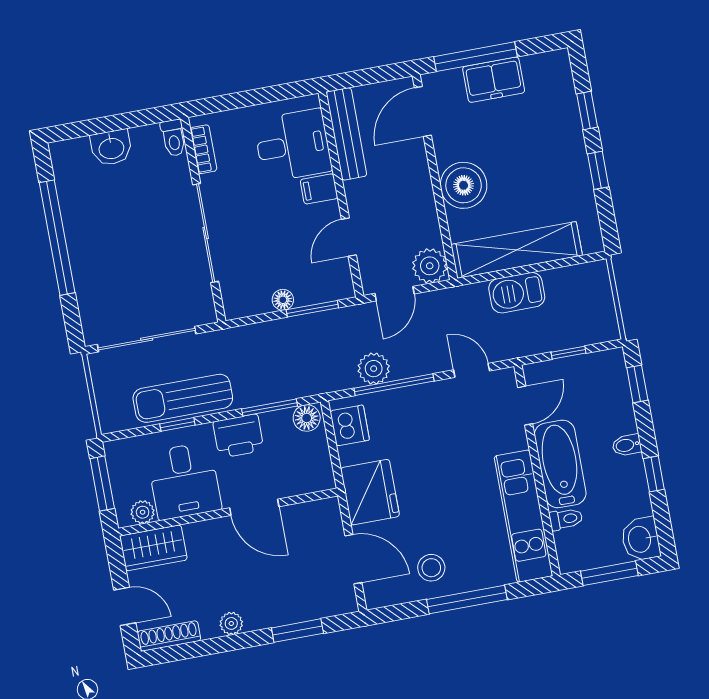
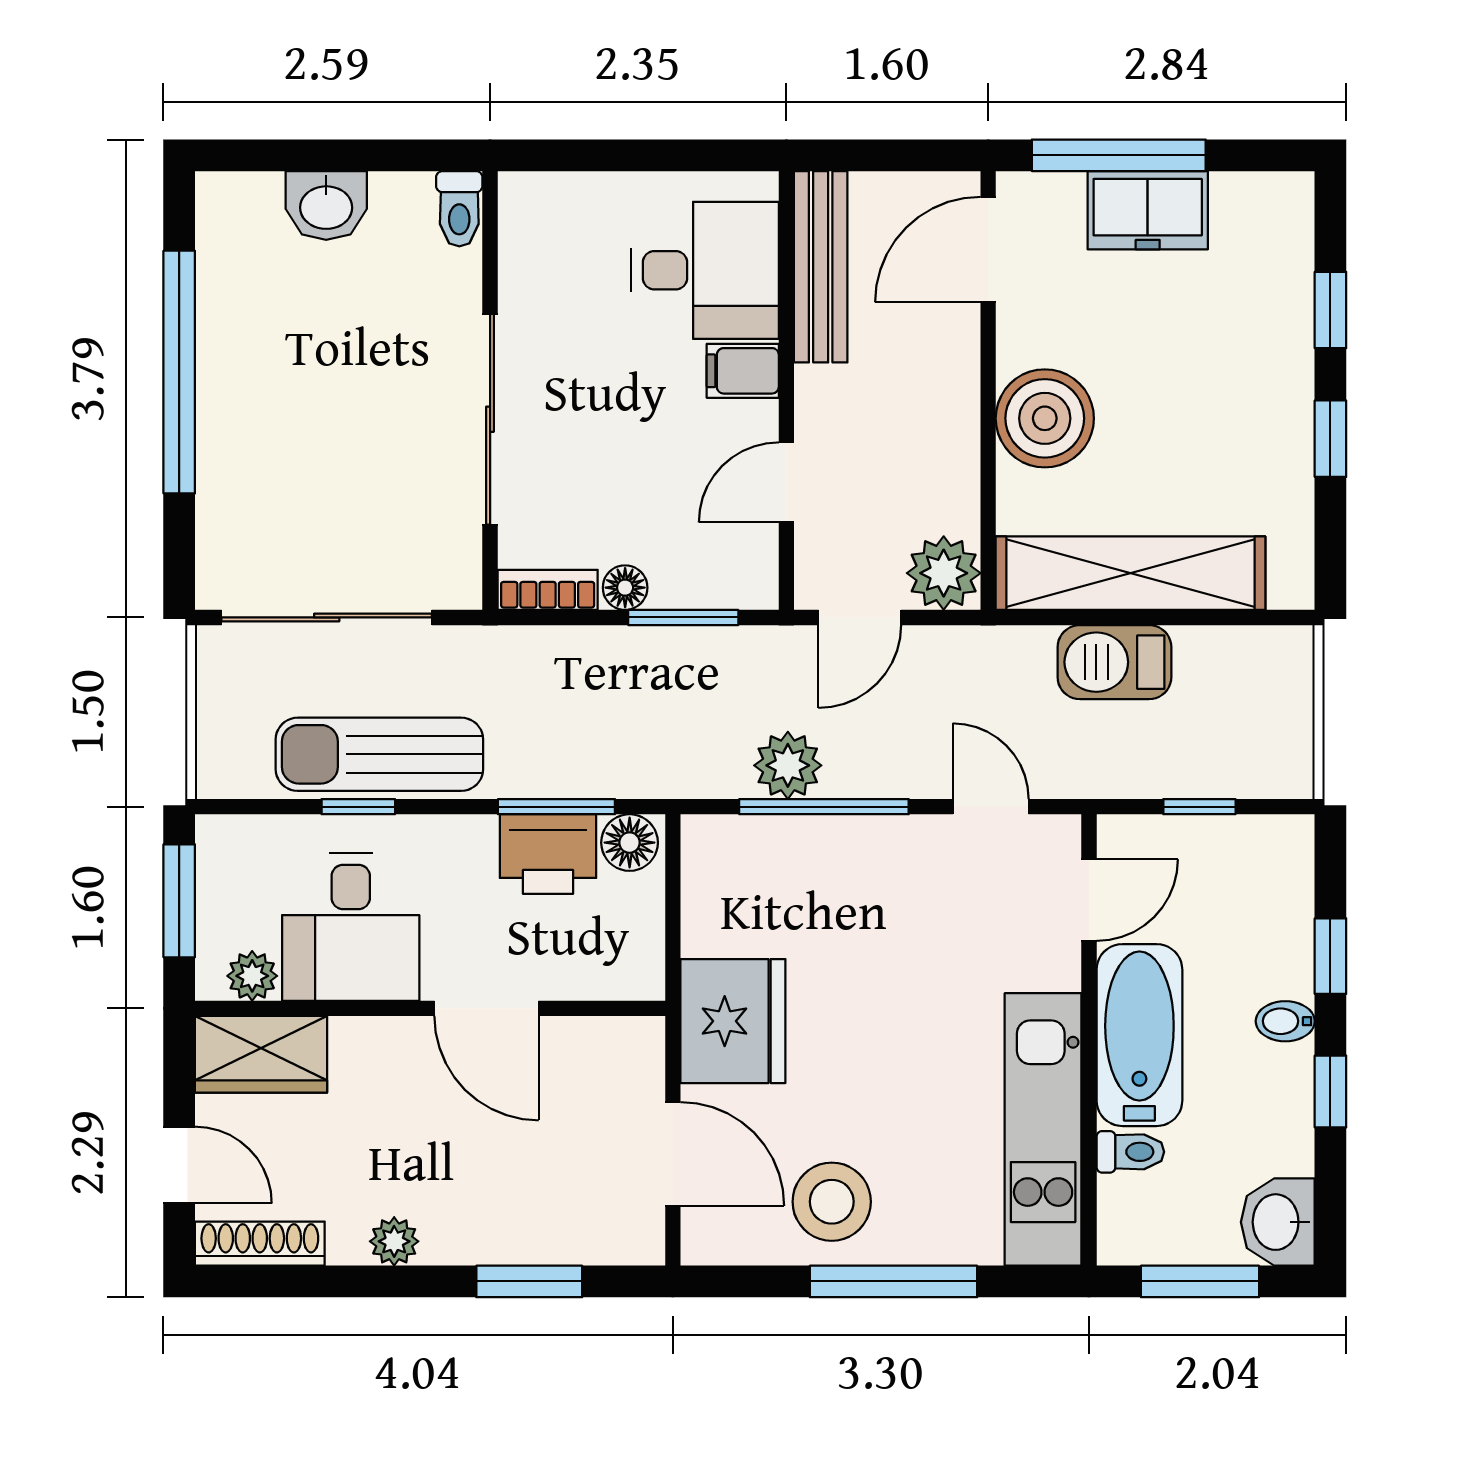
bookcase: (204, 149) -> (548, 590), moved, turned -90
window: (637, 384) -> (1330, 956), moved
dishwasher: (350, 425) -> (716, 875), removed
printer: (238, 436) -> (548, 854), moved
stool: (431, 568) -> (832, 1202), width x1.38, depth x1.38

